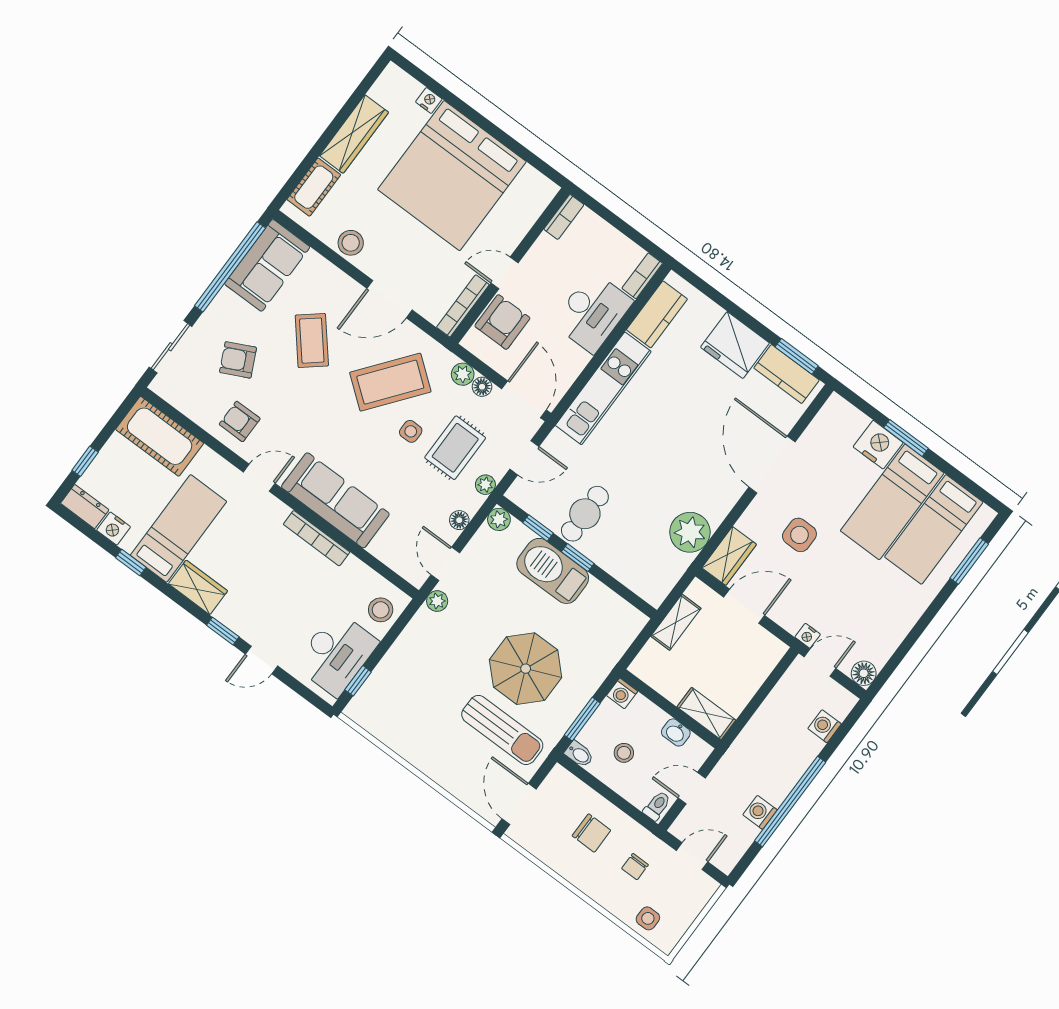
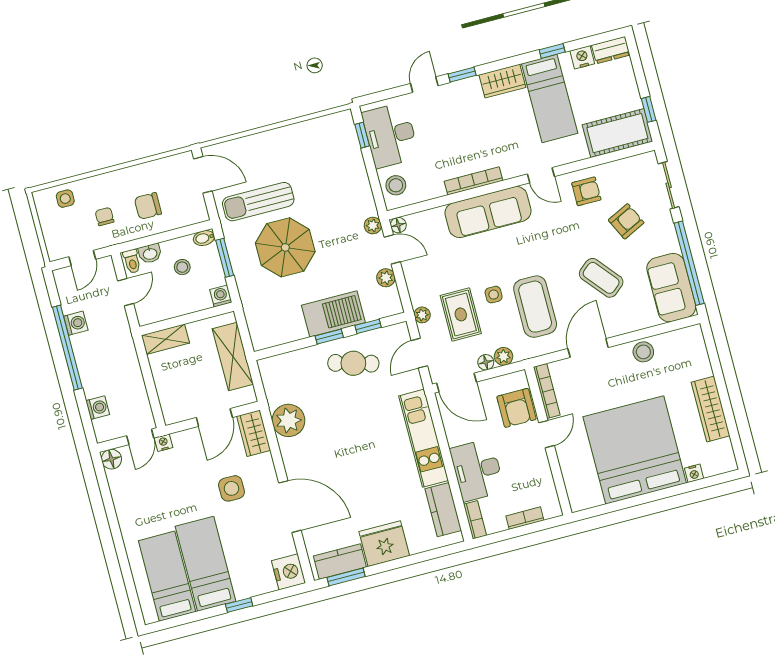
cot: (314, 187) -> (697, 357), removed
bookcase: (564, 217) -> (525, 518), moved, turned 90
coffee table: (390, 382) -> (535, 307), turned -38
window: (906, 438) -> (239, 605), width x0.67
nightstand: (878, 445) -> (288, 572), moved, turned -90
window: (85, 461) -> (649, 109), moved
door: (259, 478) -> (541, 175), hinge flipped
cafe table: (585, 514) -> (353, 363), turned -74
plant: (499, 519) -> (386, 278), moved
floor lamp: (459, 520) -> (398, 225), moved
window: (969, 561) -> (129, 583), removed
shelving: (676, 622) -> (233, 356), width x1.50, depth x1.33
washbasin: (676, 732) -> (150, 254), moved, turned 180

